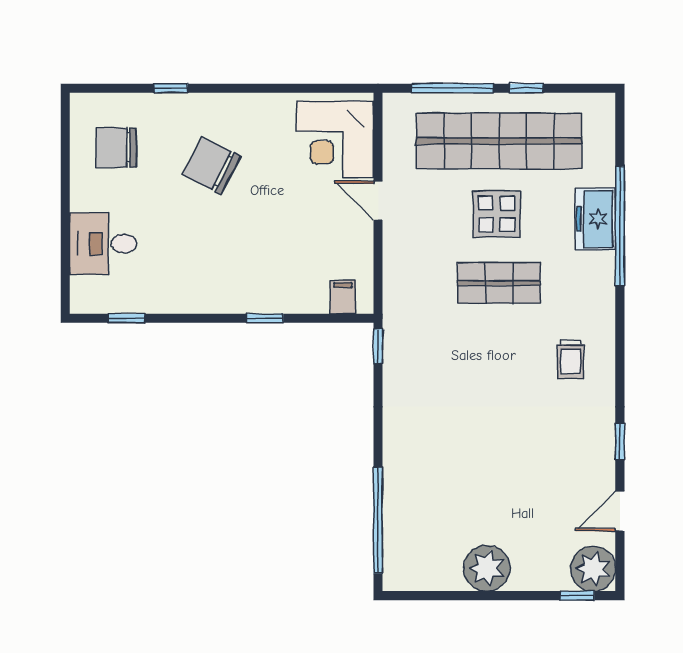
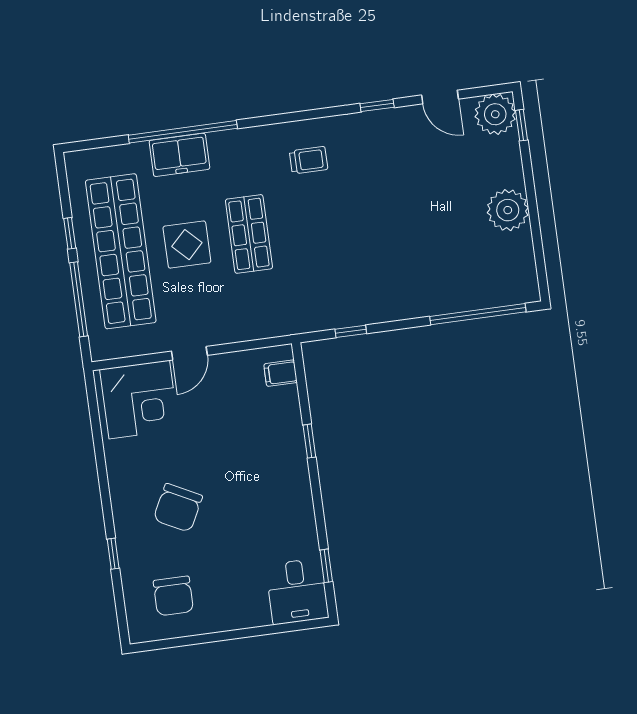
desk: (103, 244) -> (297, 591), moved
window: (378, 346) -> (351, 331), moved

